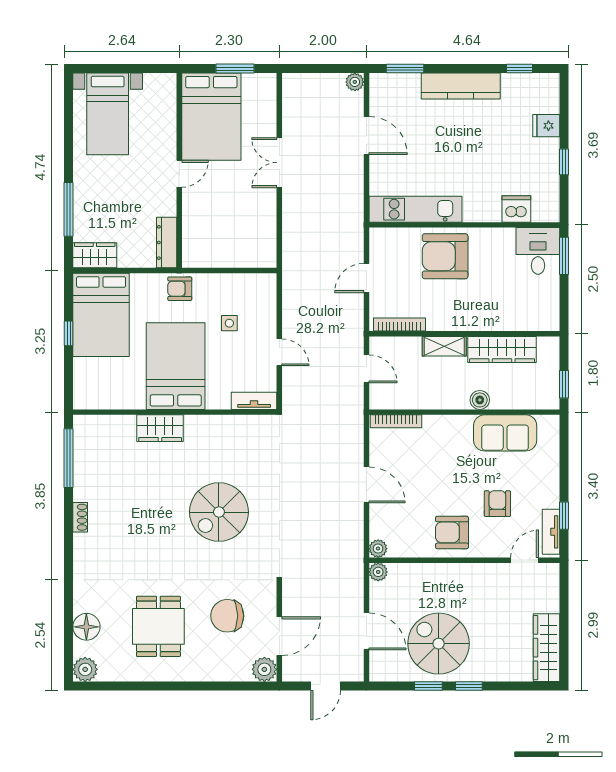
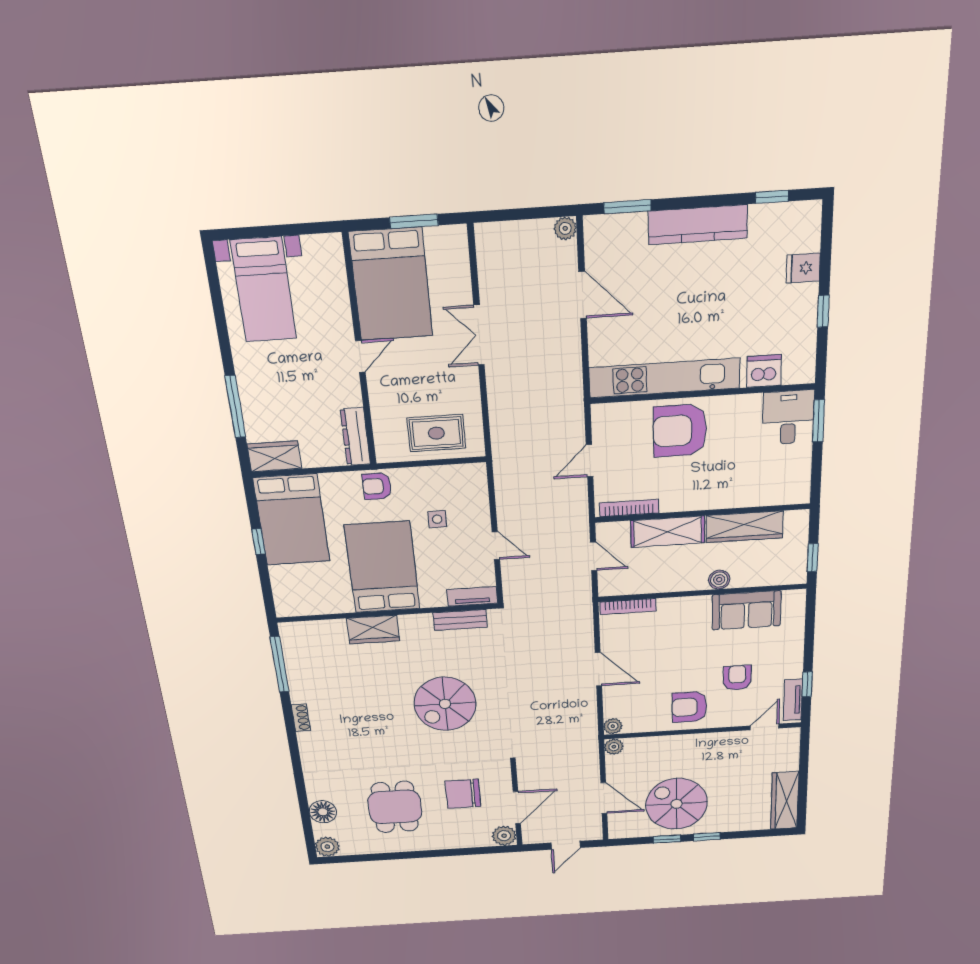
kitchen unit: (415, 209) -> (664, 378), width x1.36
rug: (236, 244) -> (436, 433), added
shelving: (444, 346) -> (668, 532), width x1.50, depth x1.33
bench: (241, 424) -> (460, 620), added

